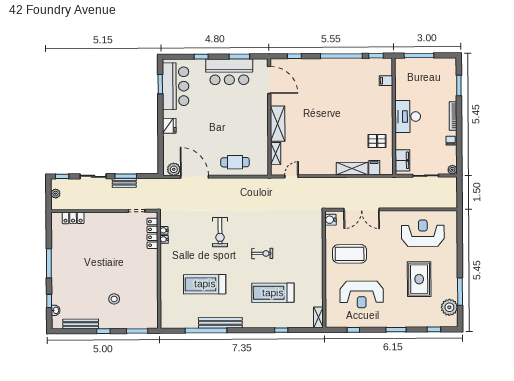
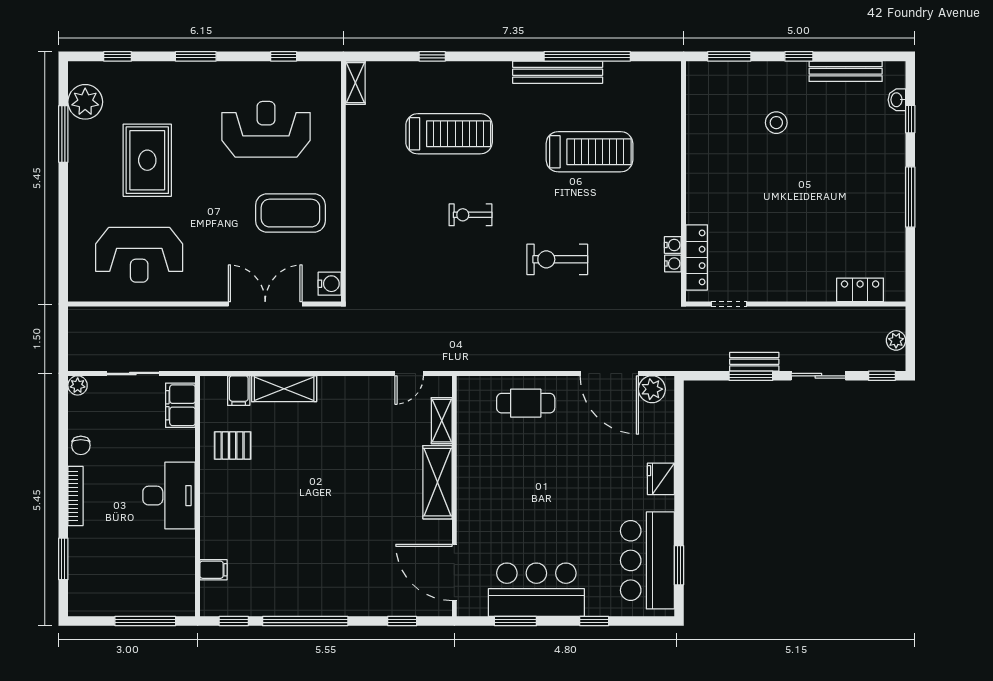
exercise bike: (220, 232) -> (557, 259), turned -90

